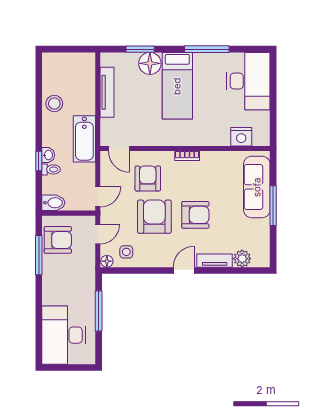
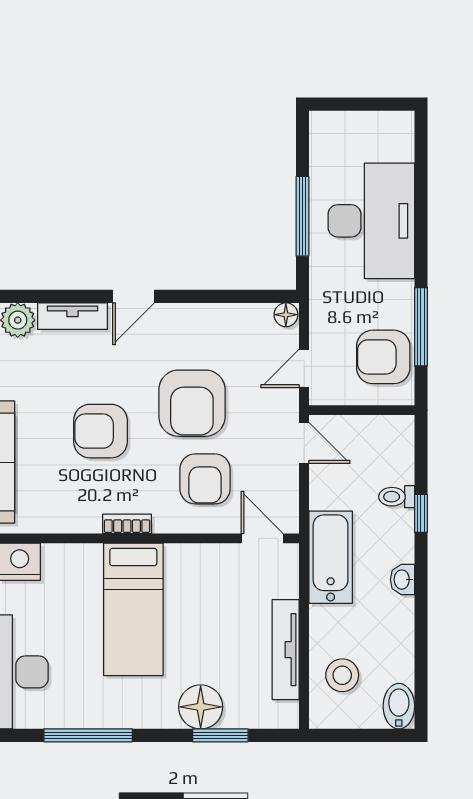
bed: (177, 86) -> (133, 609), moved, turned 180
stool: (54, 104) -> (342, 675), moved
washbasin: (48, 155) -> (402, 580), moved
door: (98, 197) -> (304, 443), swing flipped
bidet: (53, 203) -> (399, 706), moved, turned 90
armchair: (195, 215) -> (101, 431), moved
side table: (126, 252) -> (247, 333), removed
desk: (64, 335) -> (371, 221), moved

